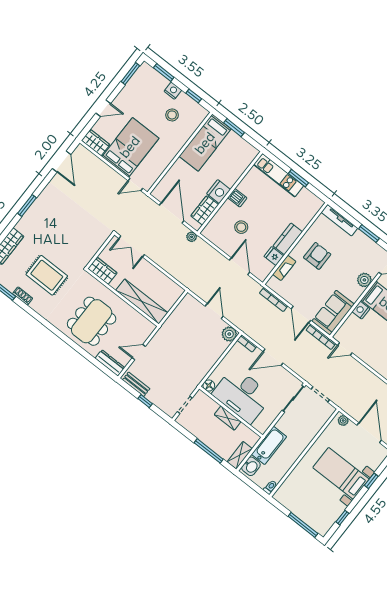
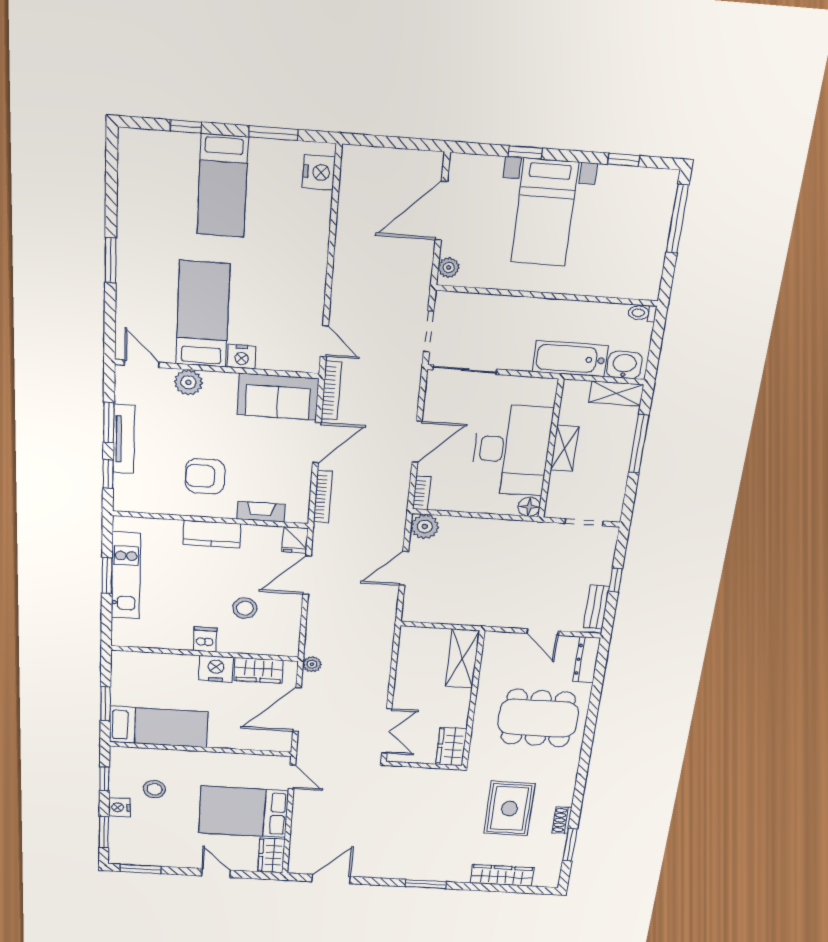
kitchen unit: (279, 175) -> (126, 576), moved
window: (346, 215) -> (108, 474), added
tv unit: (340, 220) -> (124, 439), moved
fridge: (274, 256) -> (295, 540), moved
shelving: (142, 302) -> (462, 659), width x0.68
door: (273, 357) -> (417, 442), hinge flipped

